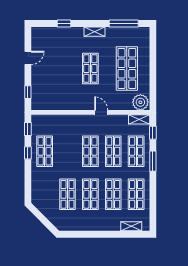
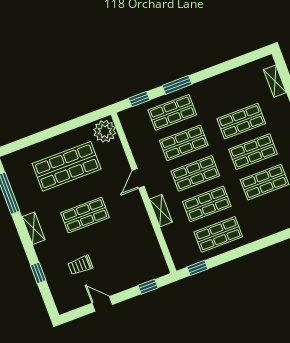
trolley: (59, 53) -> (80, 265), added
shelving: (139, 119) -> (161, 211), moved
window: (28, 153) -> (229, 256), removed
shop shelf: (136, 194) -> (207, 204), moved

